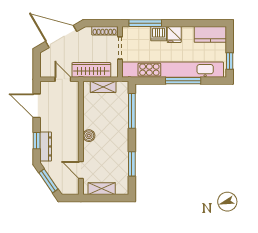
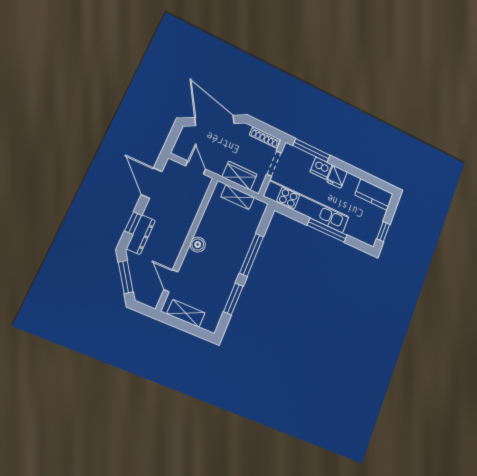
wardrobe: (91, 70) -> (239, 176), width x0.67
kitchen unit: (173, 70) -> (306, 207), width x0.73
window: (132, 111) -> (251, 255), moved

